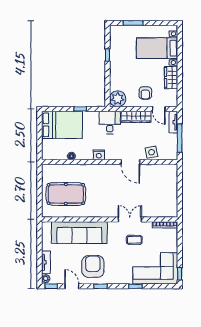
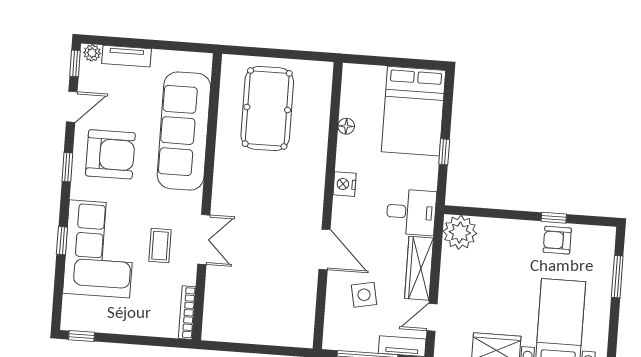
armchair: (145, 93) -> (557, 240), moved
side table: (151, 152) -> (364, 295), moved
door: (130, 162) -> (325, 249), swing flipped
corner sofa: (155, 268) -> (99, 249), moved

